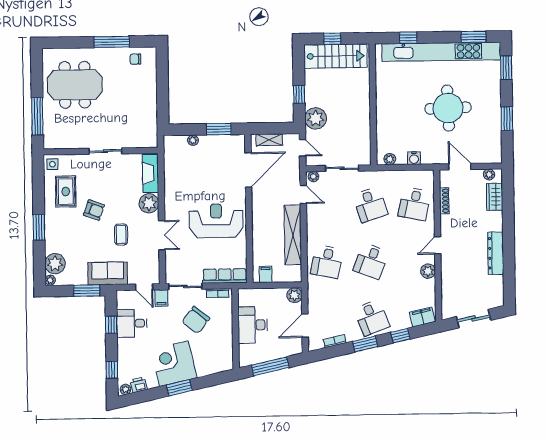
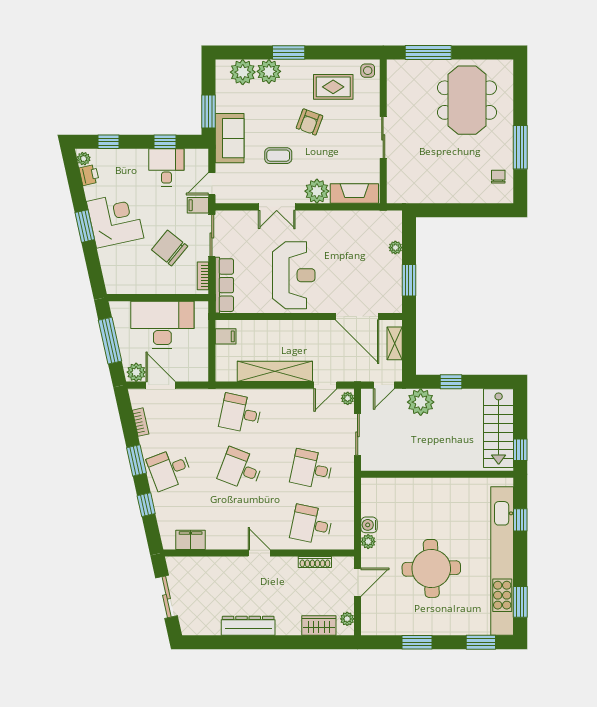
window: (332, 39) -> (520, 450), moved
plant: (390, 159) -> (368, 542), moved
desk: (370, 205) -> (311, 469), turned 30
plant: (428, 271) -> (227, 541), removed
plant: (50, 280) -> (269, 71), moved, width x1.87, depth x1.87
plant: (294, 295) -> (136, 372), moved
filing cabinet: (422, 317) -> (191, 540), moved, turned -78
desk: (253, 325) -> (162, 325), width x1.36, depth x1.30

